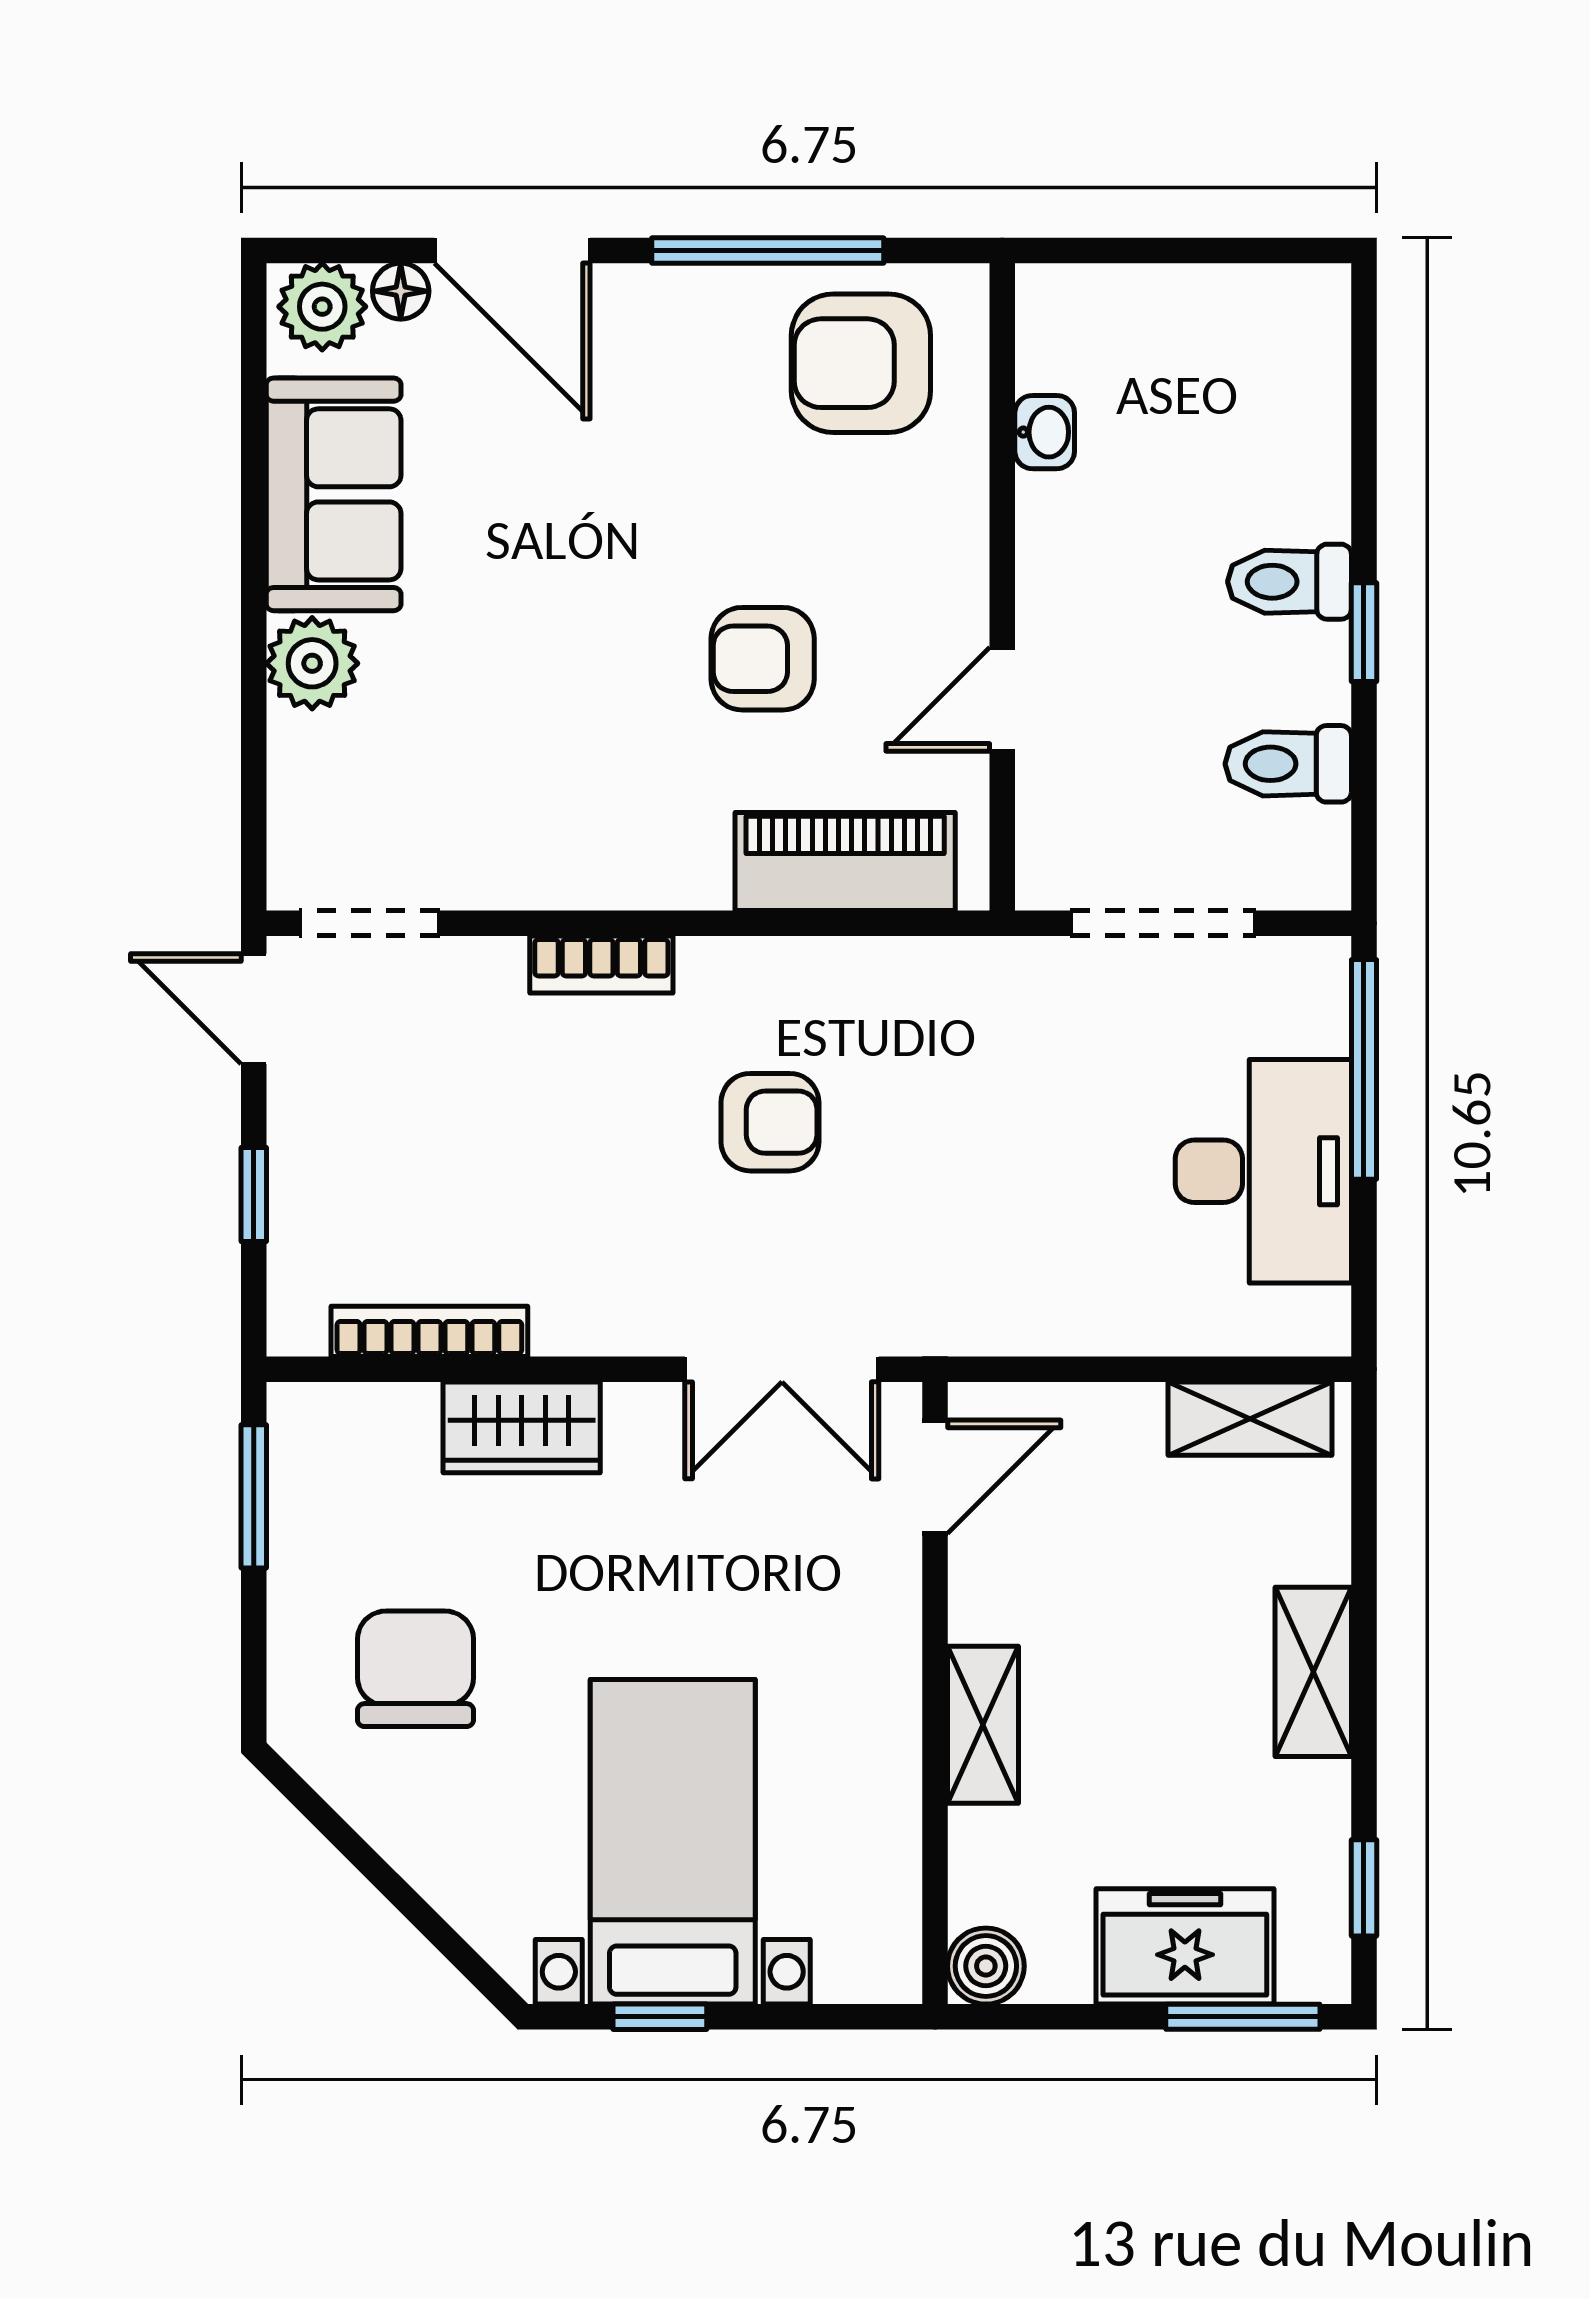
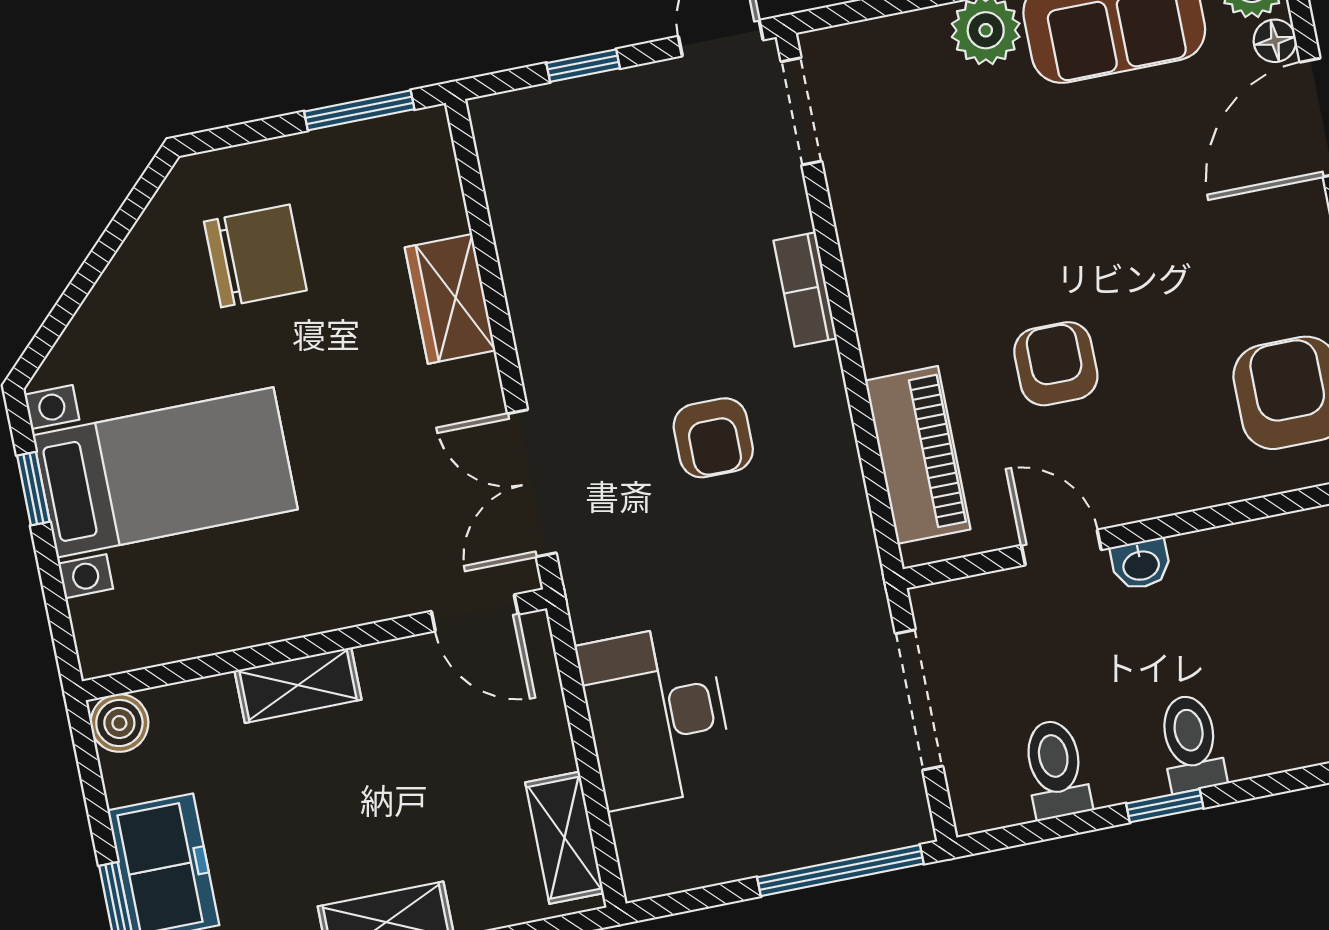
washbasin: (1045, 432) -> (1141, 564), moved
desk: (1263, 1171) -> (656, 716), moved, turned 90
bookcase: (429, 1331) -> (508, 216), removed

